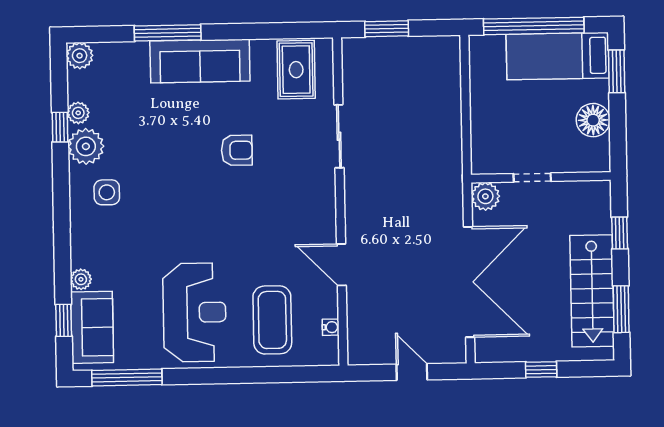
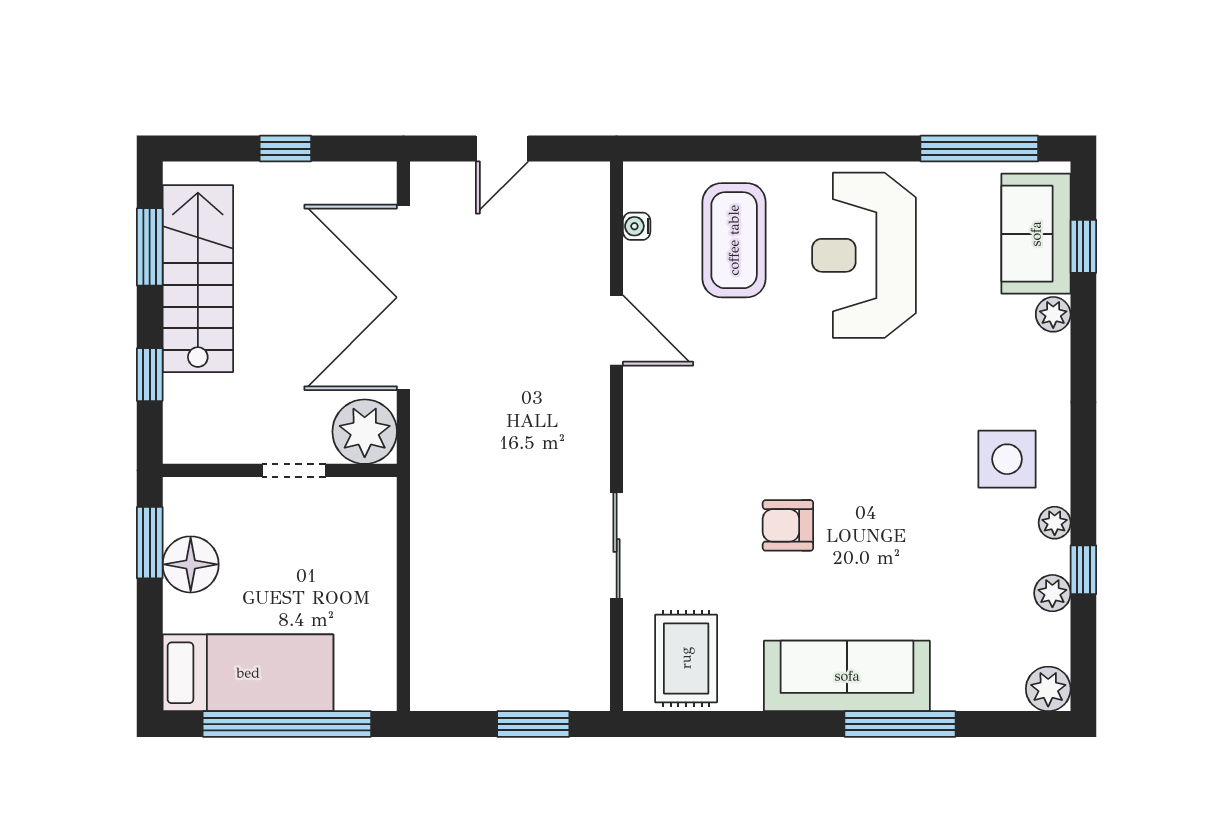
window: (617, 71) -> (150, 543), moved
plant: (86, 146) -> (1055, 523), width x0.53, depth x0.53
side table: (107, 192) -> (1007, 459), width x1.37, depth x1.37
plant: (485, 196) -> (365, 432), width x1.36, depth x1.36
door: (412, 372) -> (502, 149), hinge flipped

